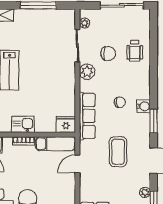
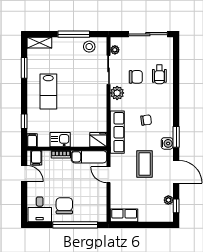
stool: (56, 19) -> (89, 47), added
water cooler: (144, 106) -> (167, 143), moved
door: (77, 164) -> (109, 175), hinge flipped

